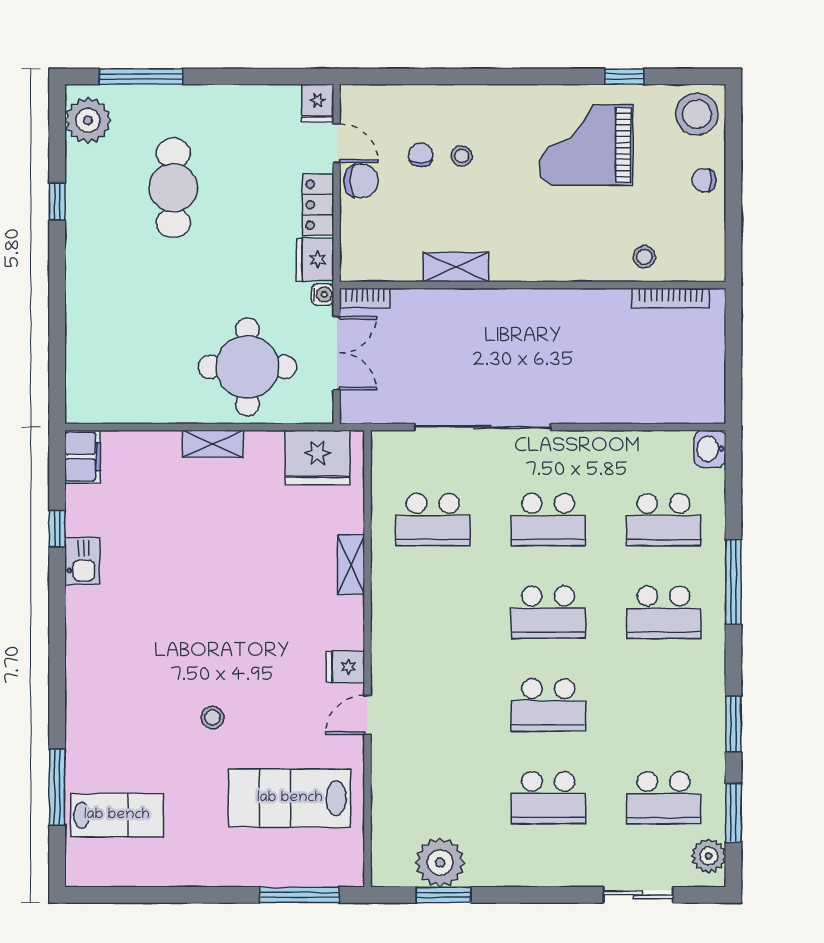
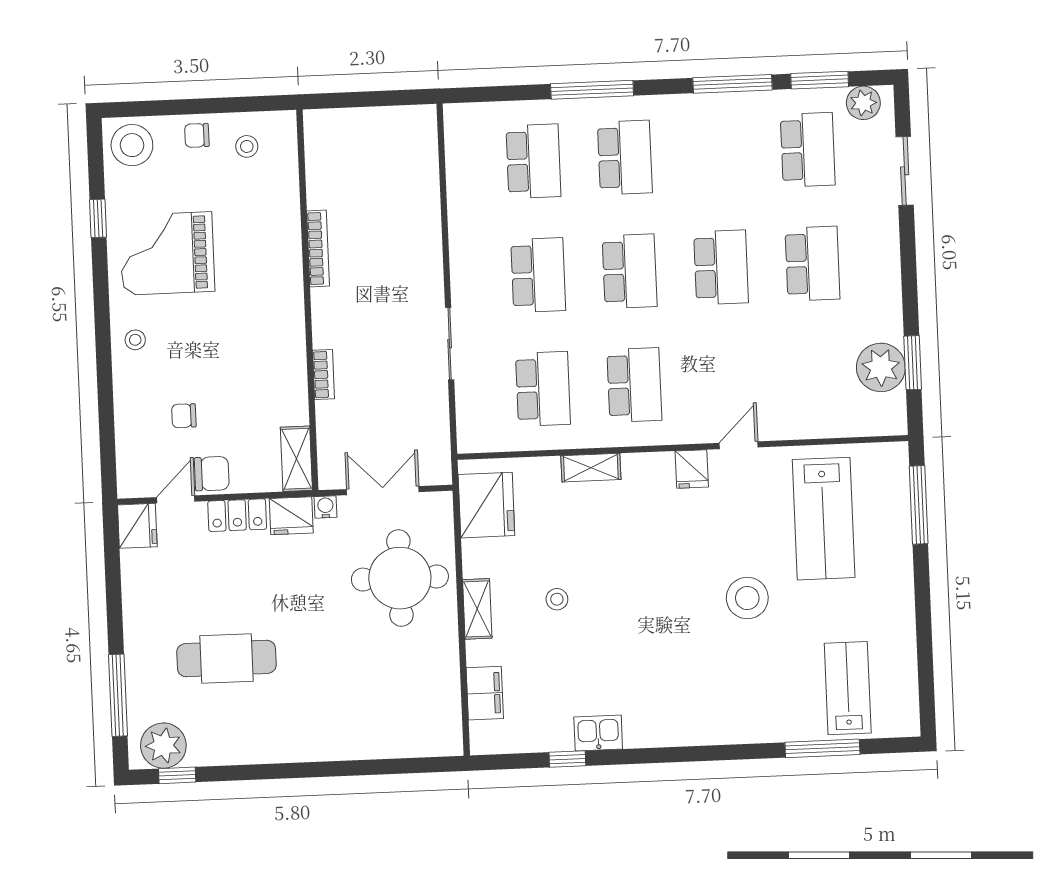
fridge: (318, 103) -> (137, 526), width x1.38
grand piano: (586, 145) -> (167, 253), turned 90
stool: (462, 156) -> (135, 340), moved
chair: (704, 180) -> (197, 135), turned 90
chair: (361, 181) -> (212, 474), turned 90
window: (57, 201) -> (177, 775), moved
stool: (644, 257) -> (247, 146), moved
shelving: (456, 267) -> (296, 459), moved
bookcase: (365, 298) -> (323, 374), moved
bookcase: (671, 298) -> (318, 248), moved
sliding door: (483, 427) -> (450, 344), width x0.54
washbasin: (710, 449) -> (462, 118), removed
filing cabinet: (83, 457) -> (485, 693), moved, turned 90
stool: (219, 525) -> (557, 599), added
school desk: (433, 612) -> (634, 385), added
door: (367, 715) -> (739, 445), swing flipped
stool: (212, 718) -> (747, 598), width x1.89, depth x1.89
window: (733, 724) -> (733, 84), width x1.44

